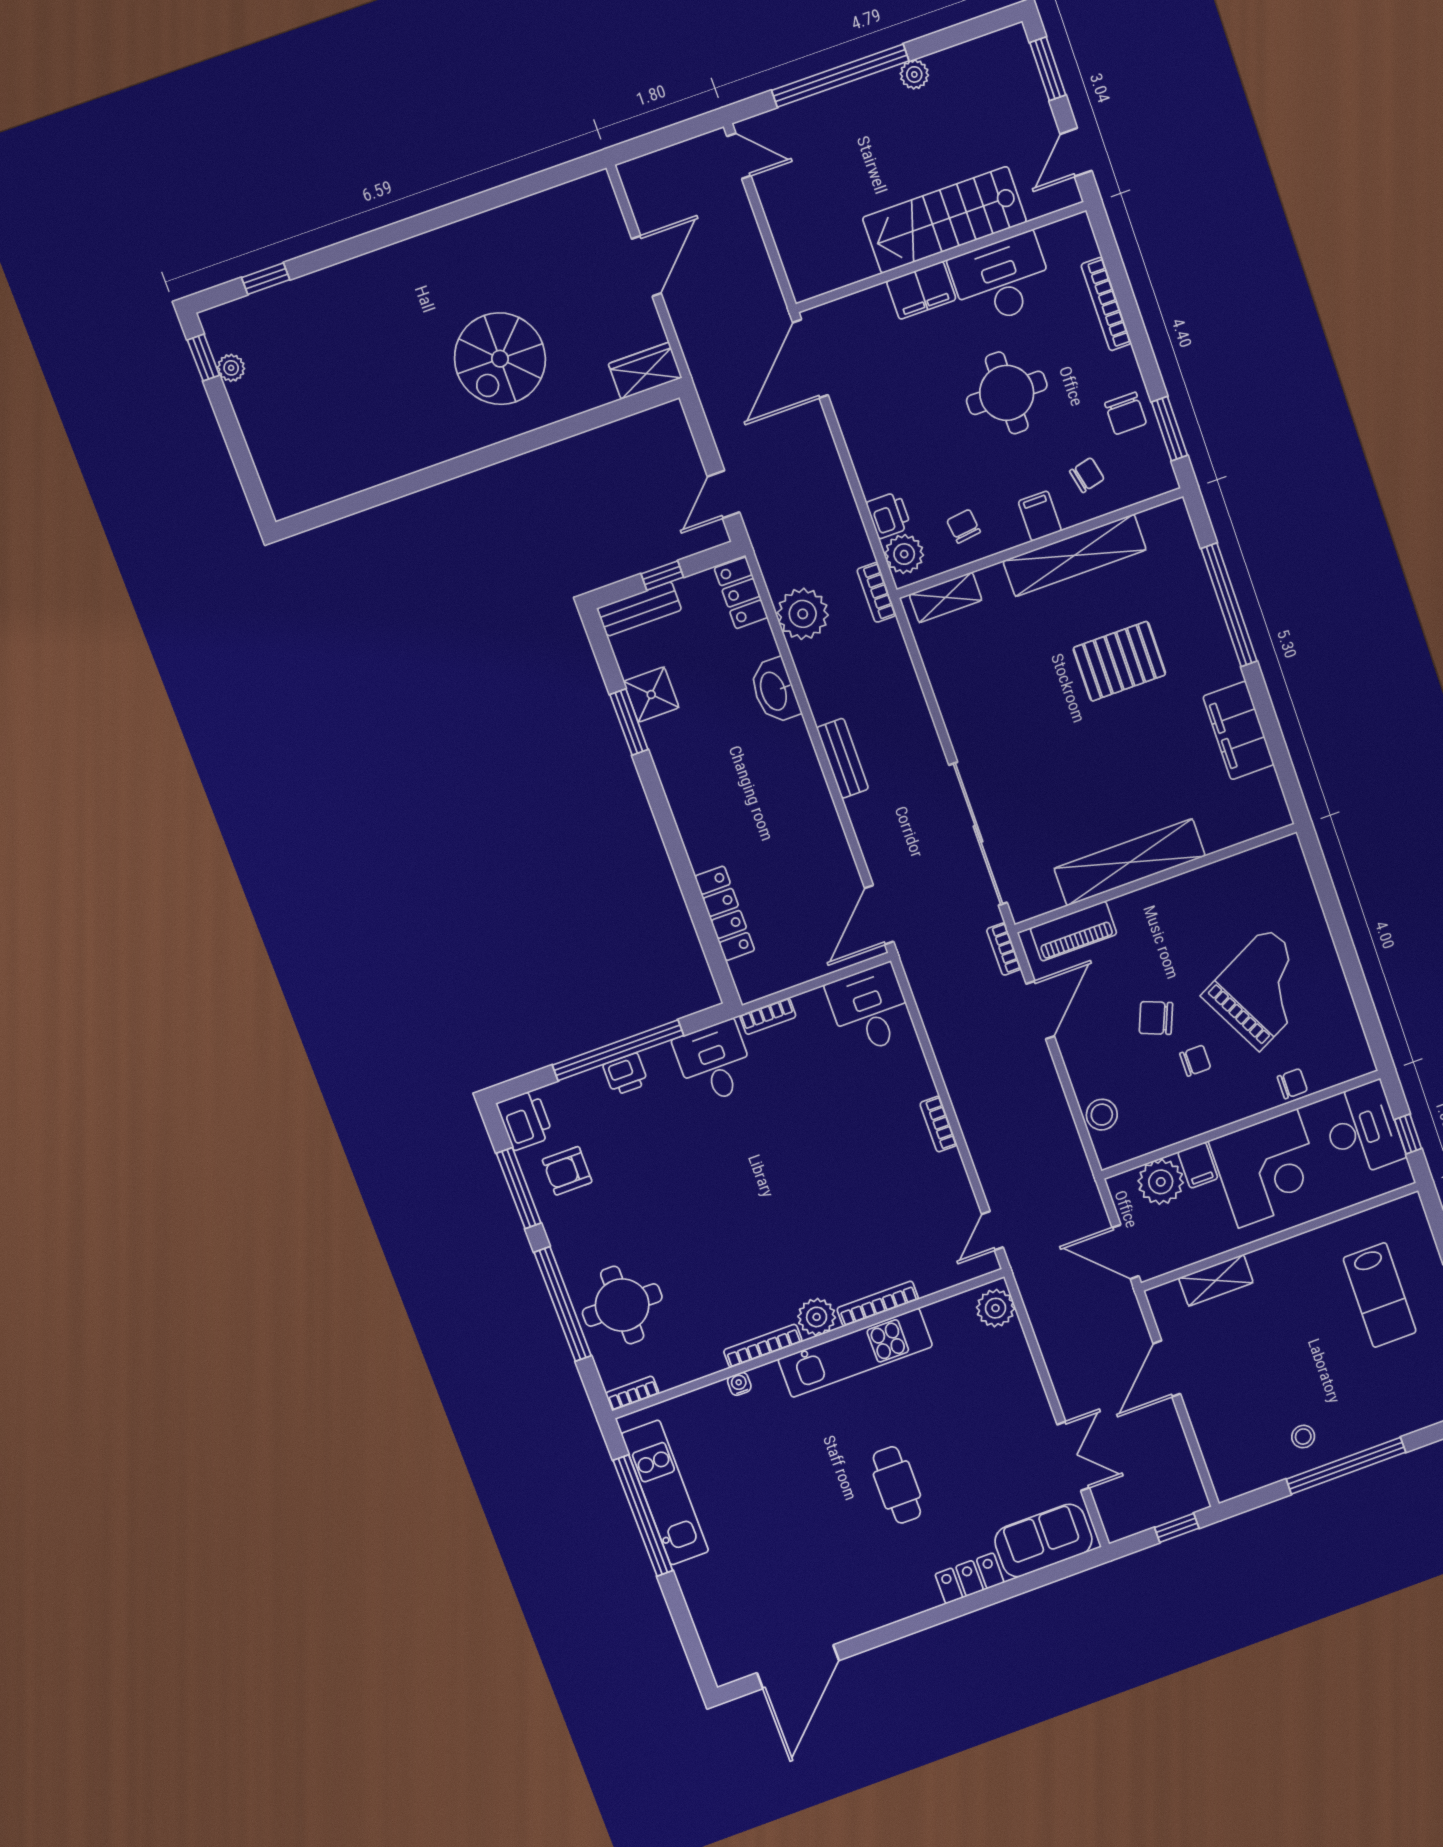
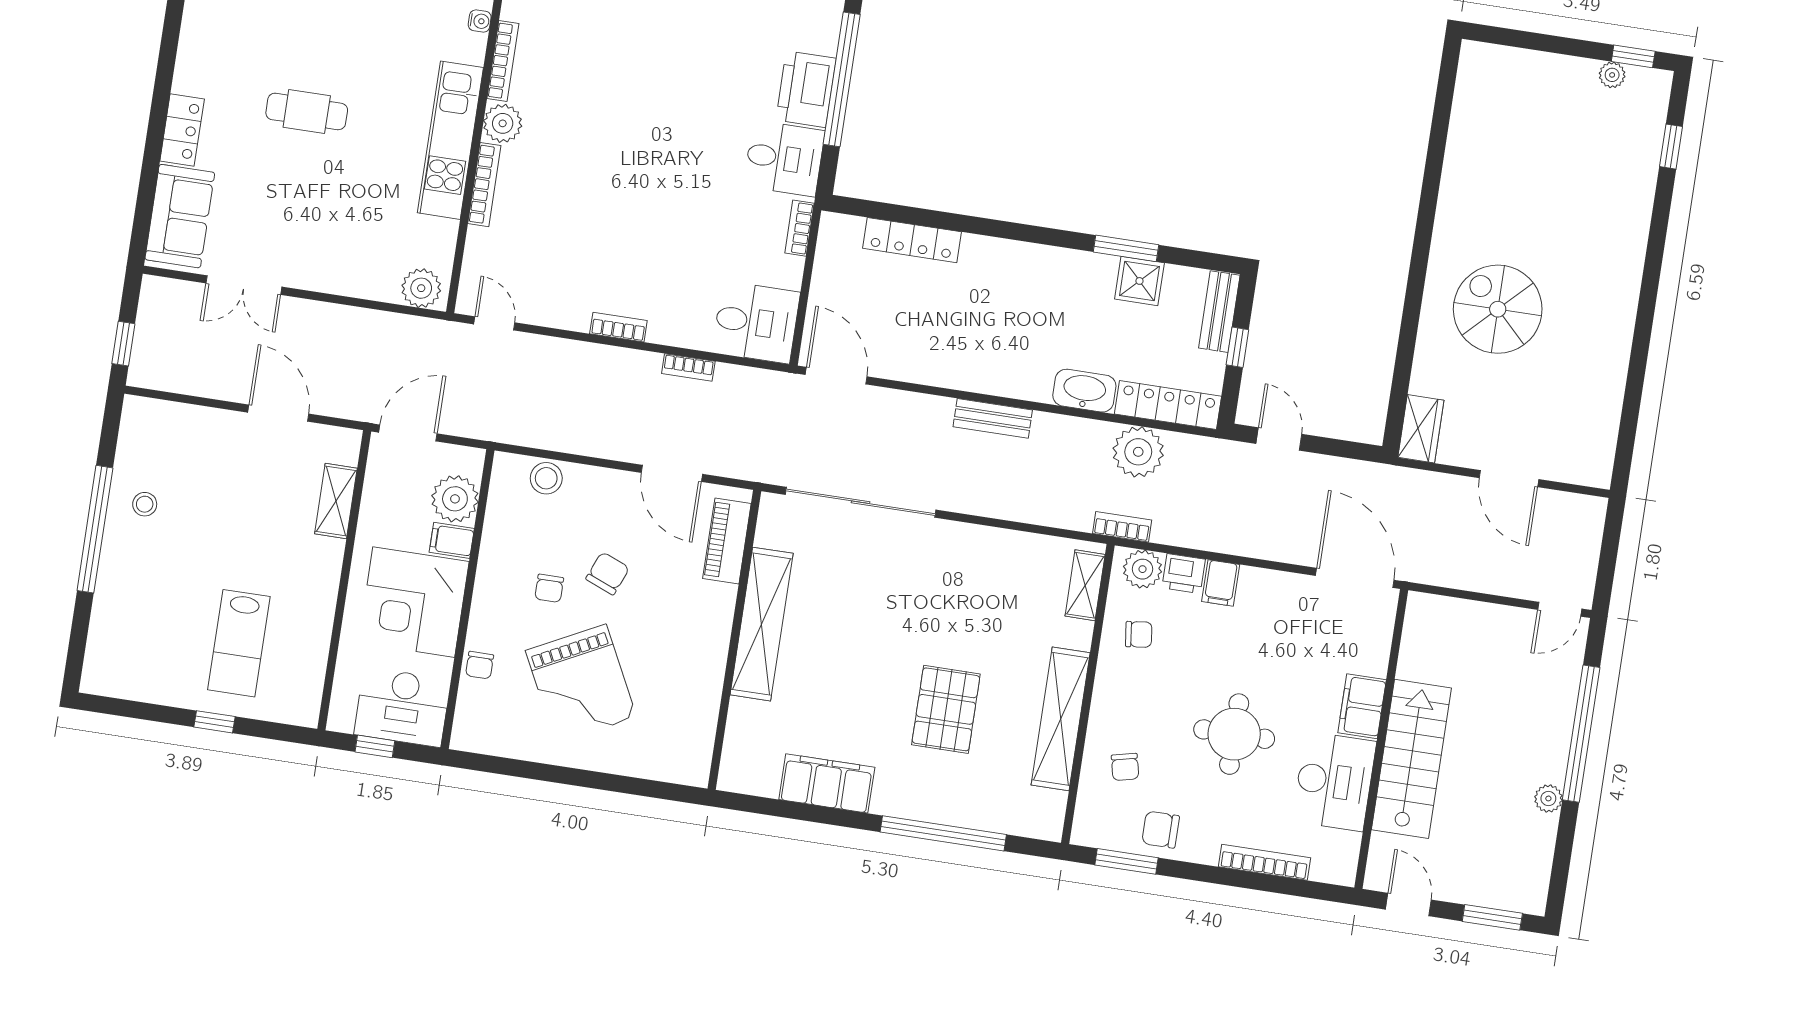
filing cabinet: (1040, 516) -> (1221, 583), moved, turned 90
locker: (741, 593) -> (1168, 405), width x1.53
bookcase: (1004, 949) -> (688, 367), moved, turned 180
printer: (626, 1074) -> (806, 89), width x1.87, depth x1.48
lab bench: (1380, 1295) -> (239, 643), turned -90

